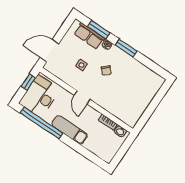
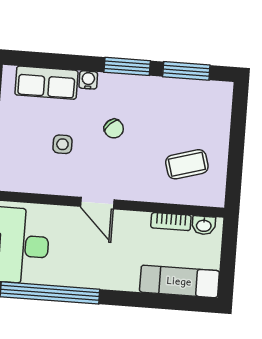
window: (99, 30) -> (186, 71), moved
coffee table: (128, 102) -> (187, 164), added
exam couch: (69, 130) -> (179, 281), moved

